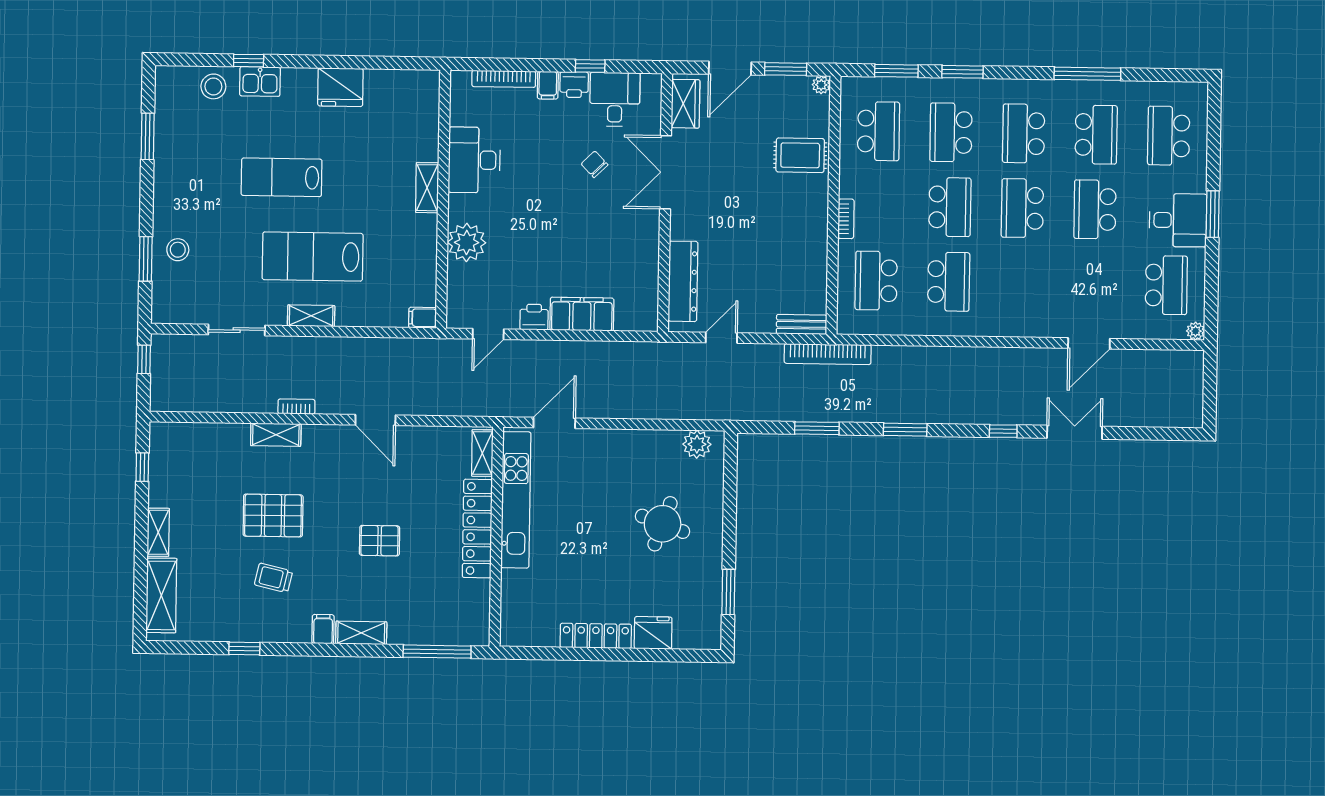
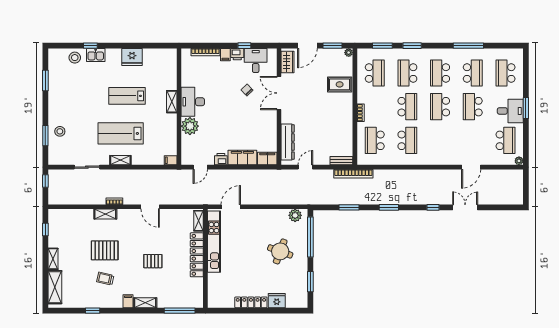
desk: (474, 160) -> (193, 102), moved
lab bench: (282, 177) -> (127, 96), moved
filing cabinet: (637, 317) -> (267, 159), added
window: (730, 493) -> (310, 237), added

